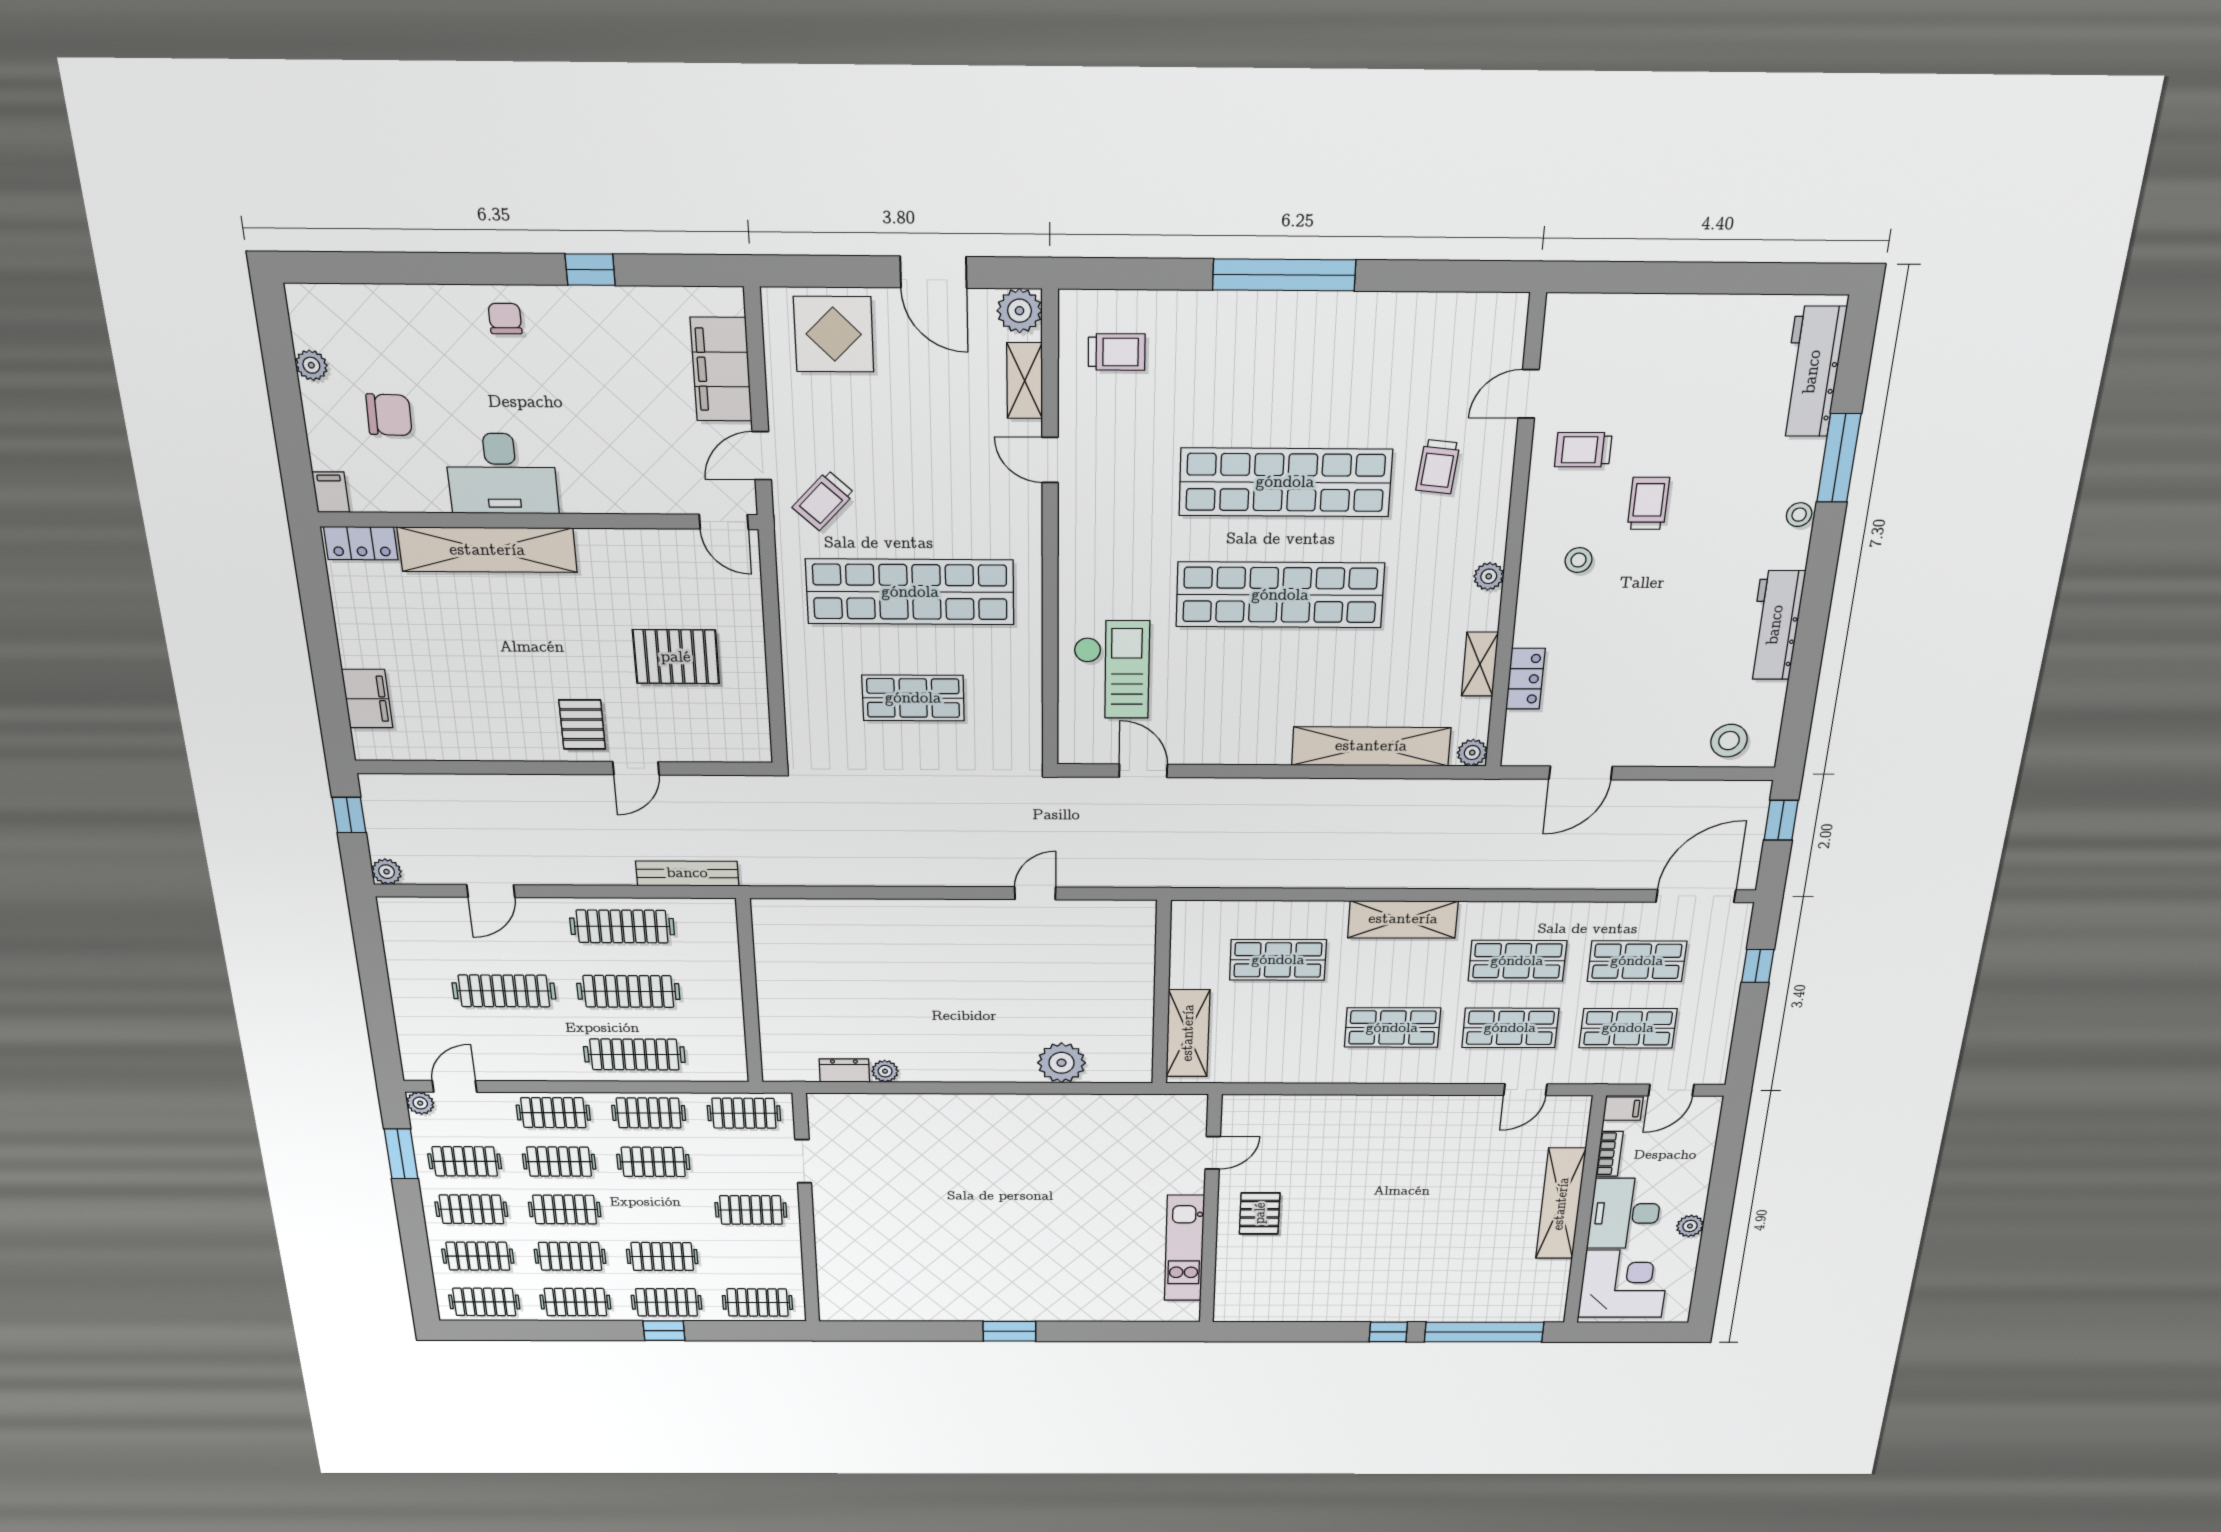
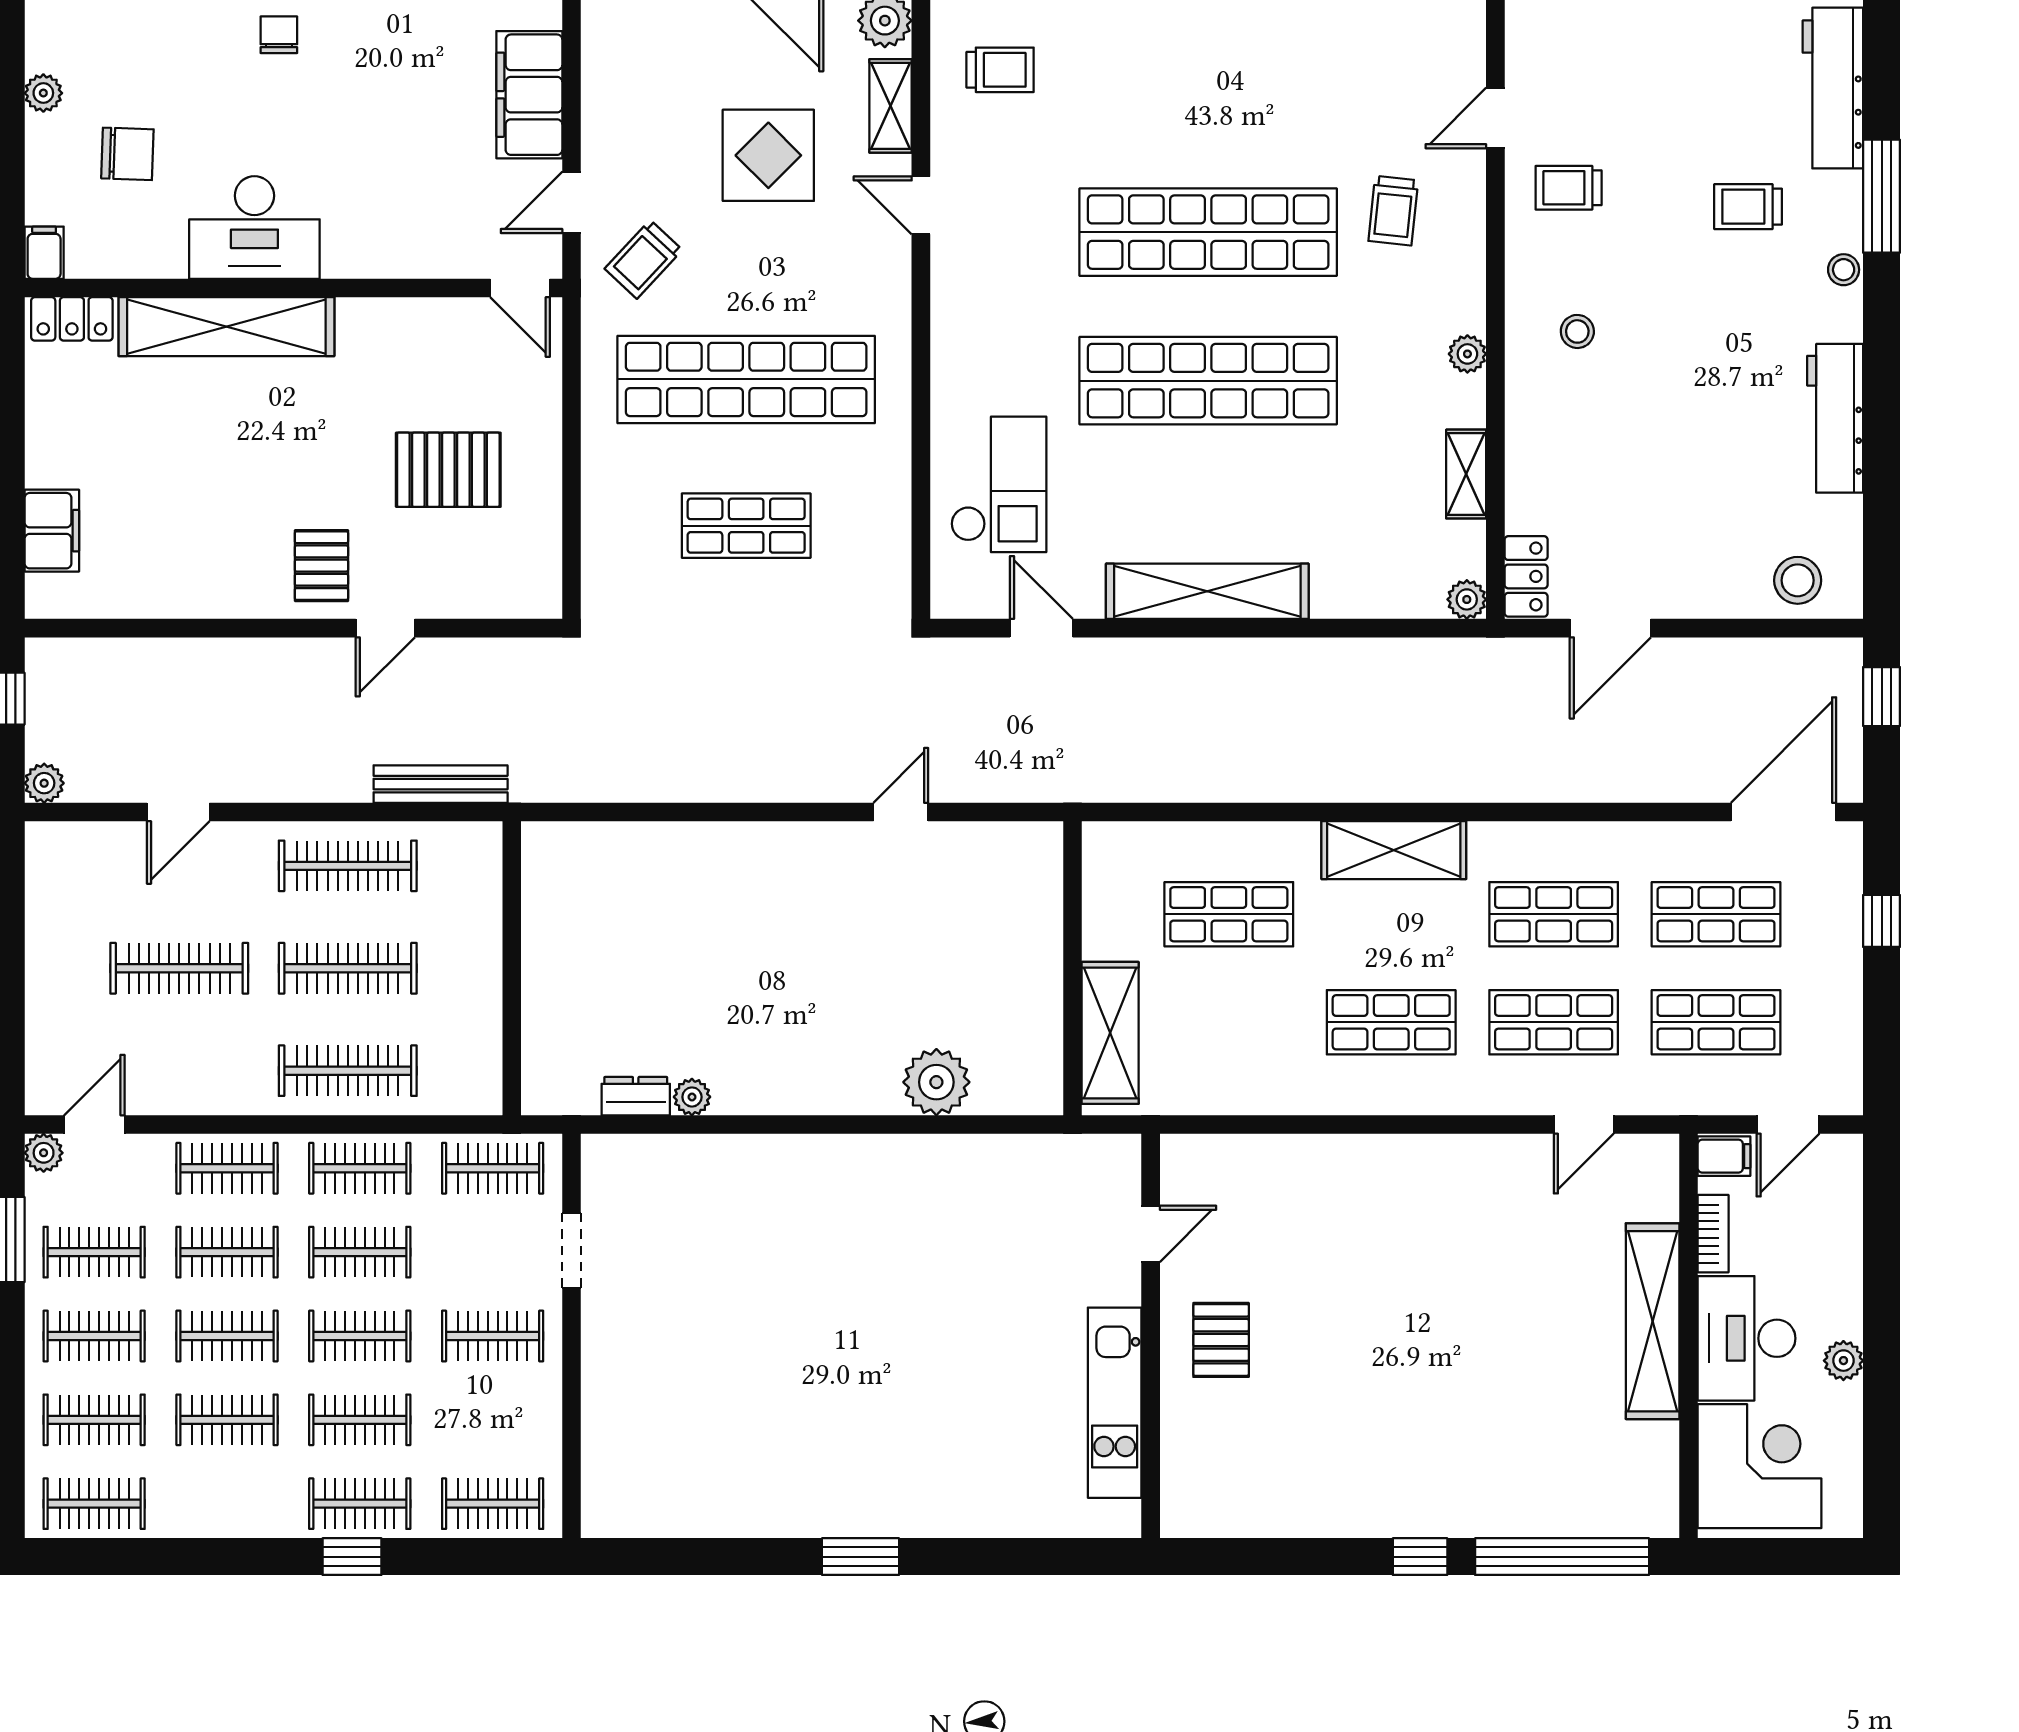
display table: (834, 334) -> (768, 155), moved
trolley: (1648, 503) -> (1748, 207), moved, turned -90
locker: (1525, 679) -> (1526, 576), moved
shelving: (1371, 746) -> (1207, 591), moved
clothes rail: (575, 1302) -> (360, 1336), moved

